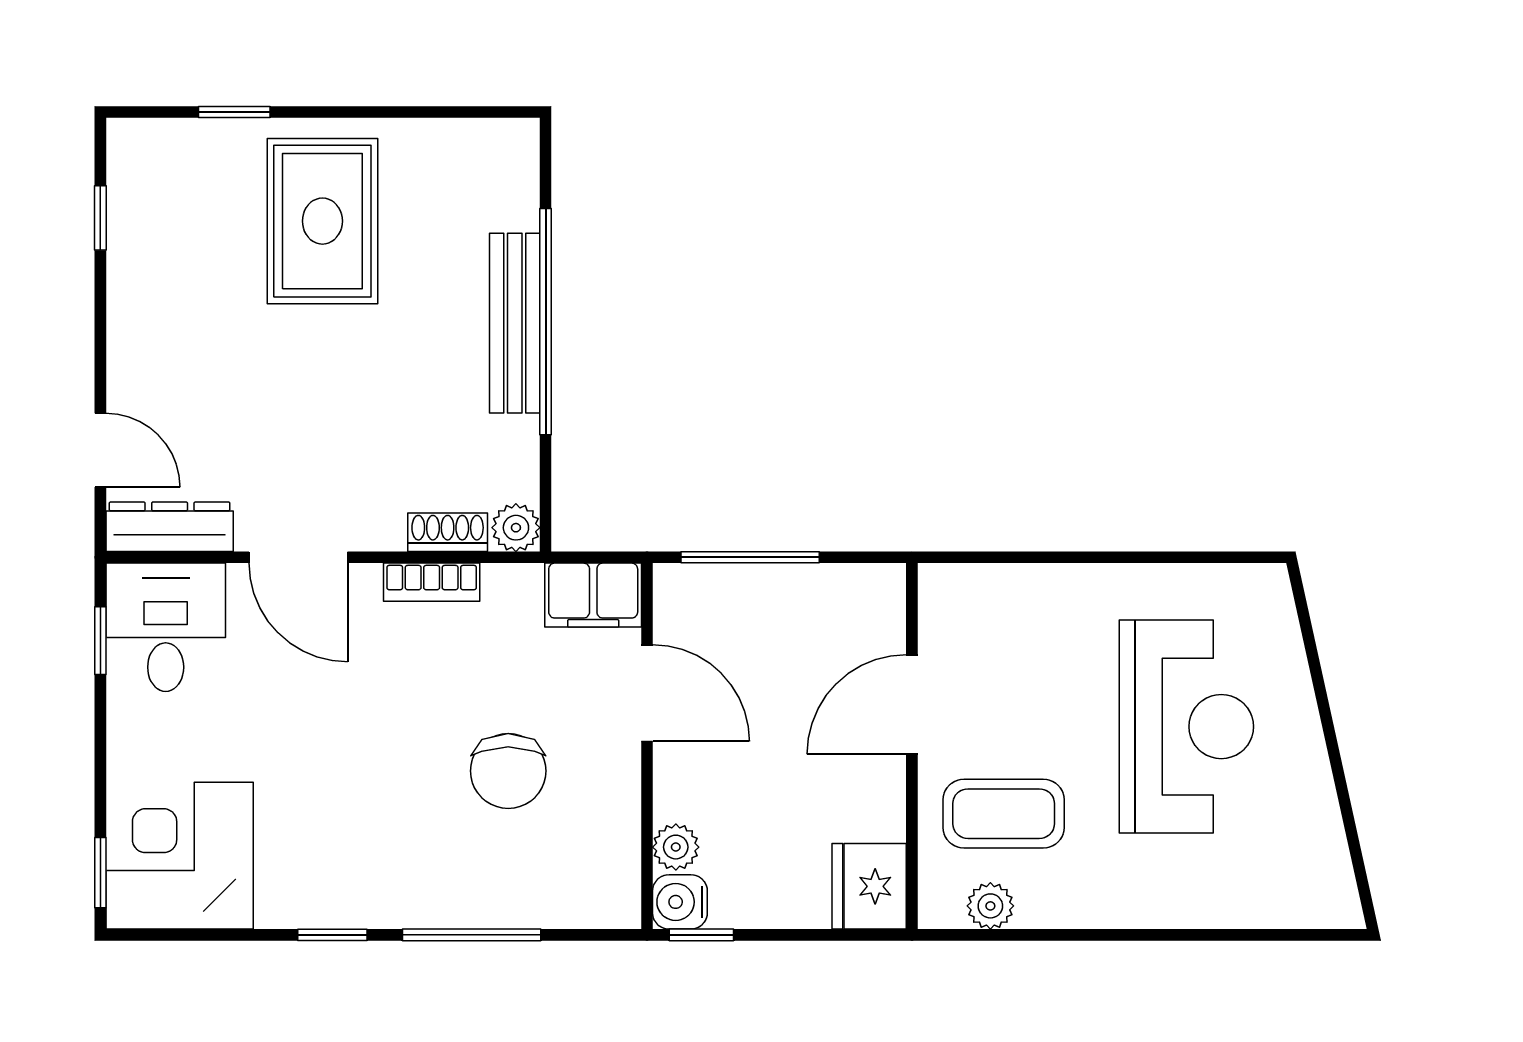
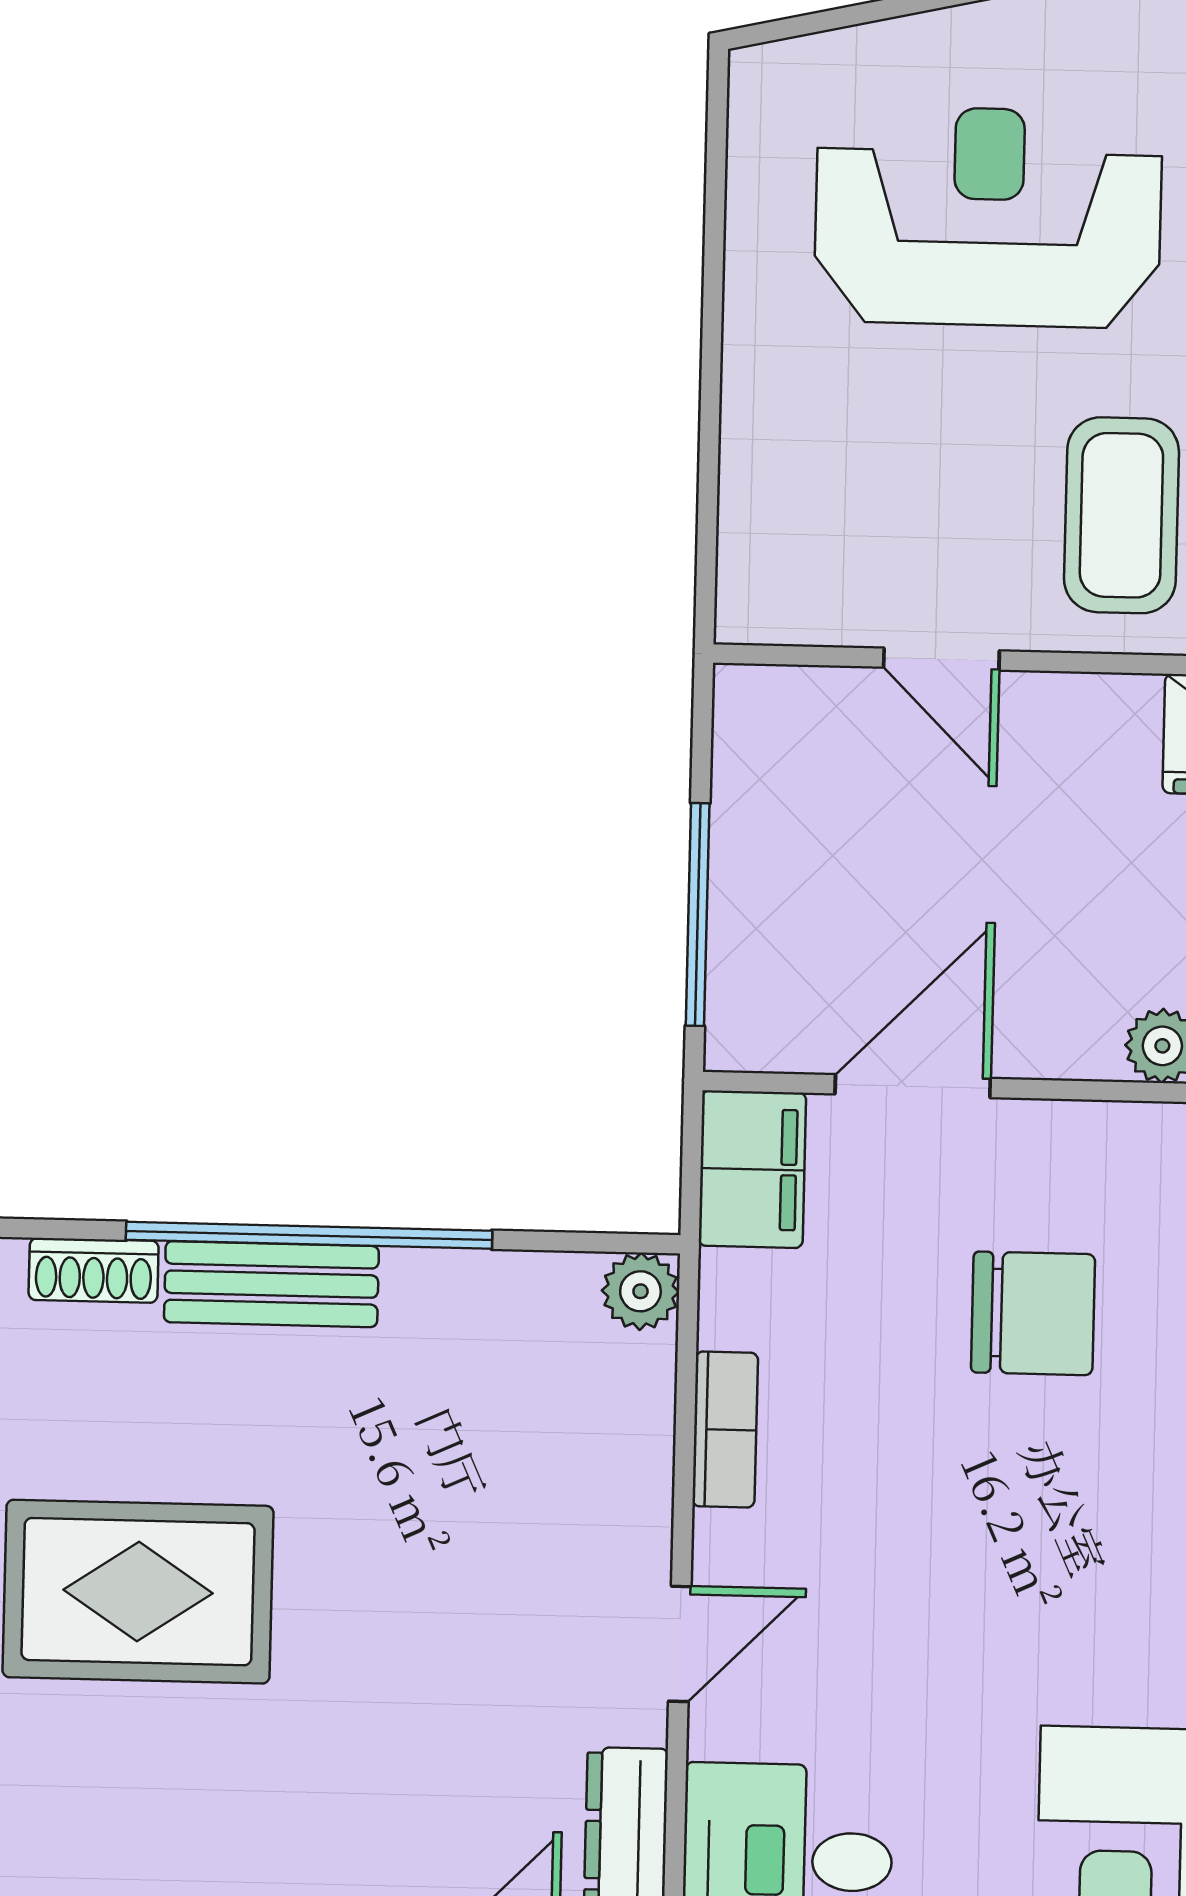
bench: (515, 323) -> (271, 1284), width x0.73
shoe rack: (448, 532) -> (94, 1270), moved, turned -90
door: (298, 557) -> (680, 1644), width x0.73
door: (912, 704) -> (941, 659), width x0.73

